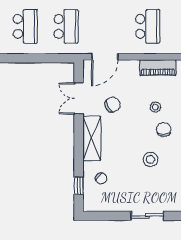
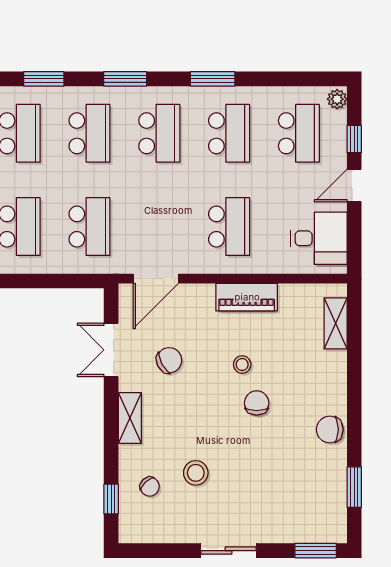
shelving: (92, 138) -> (130, 418), width x0.67, depth x0.75
stool: (150, 159) -> (196, 473), moved

